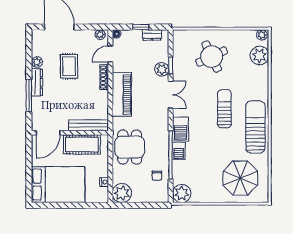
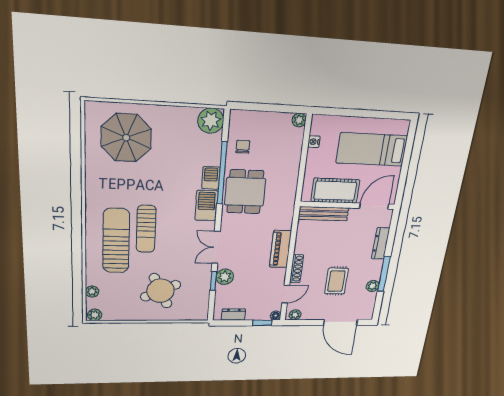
window: (141, 27) -> (262, 323), moved
plant: (259, 56) -> (92, 292), width x0.53, depth x0.53
dresser: (37, 82) -> (381, 243), moved
piano: (122, 94) -> (280, 249), width x0.73, depth x0.75
window: (29, 96) -> (384, 274), moved
sun lounger: (255, 127) -> (116, 241), moved, turned 180
dining table: (130, 147) -> (245, 192), moved
bed: (58, 184) -> (372, 149), width x0.67
plant: (122, 193) -> (299, 120), width x0.53, depth x0.53

